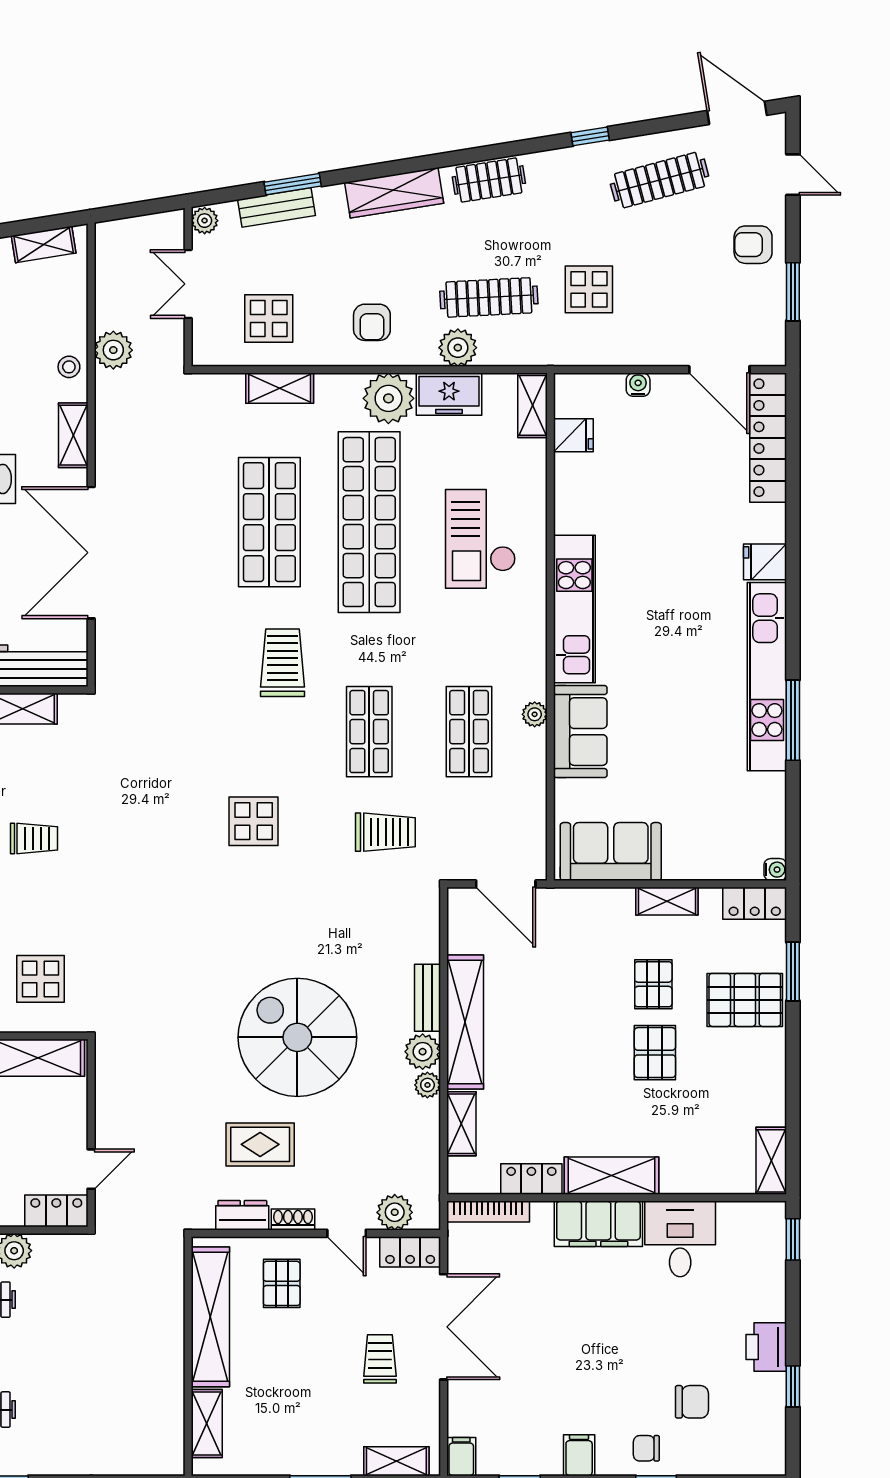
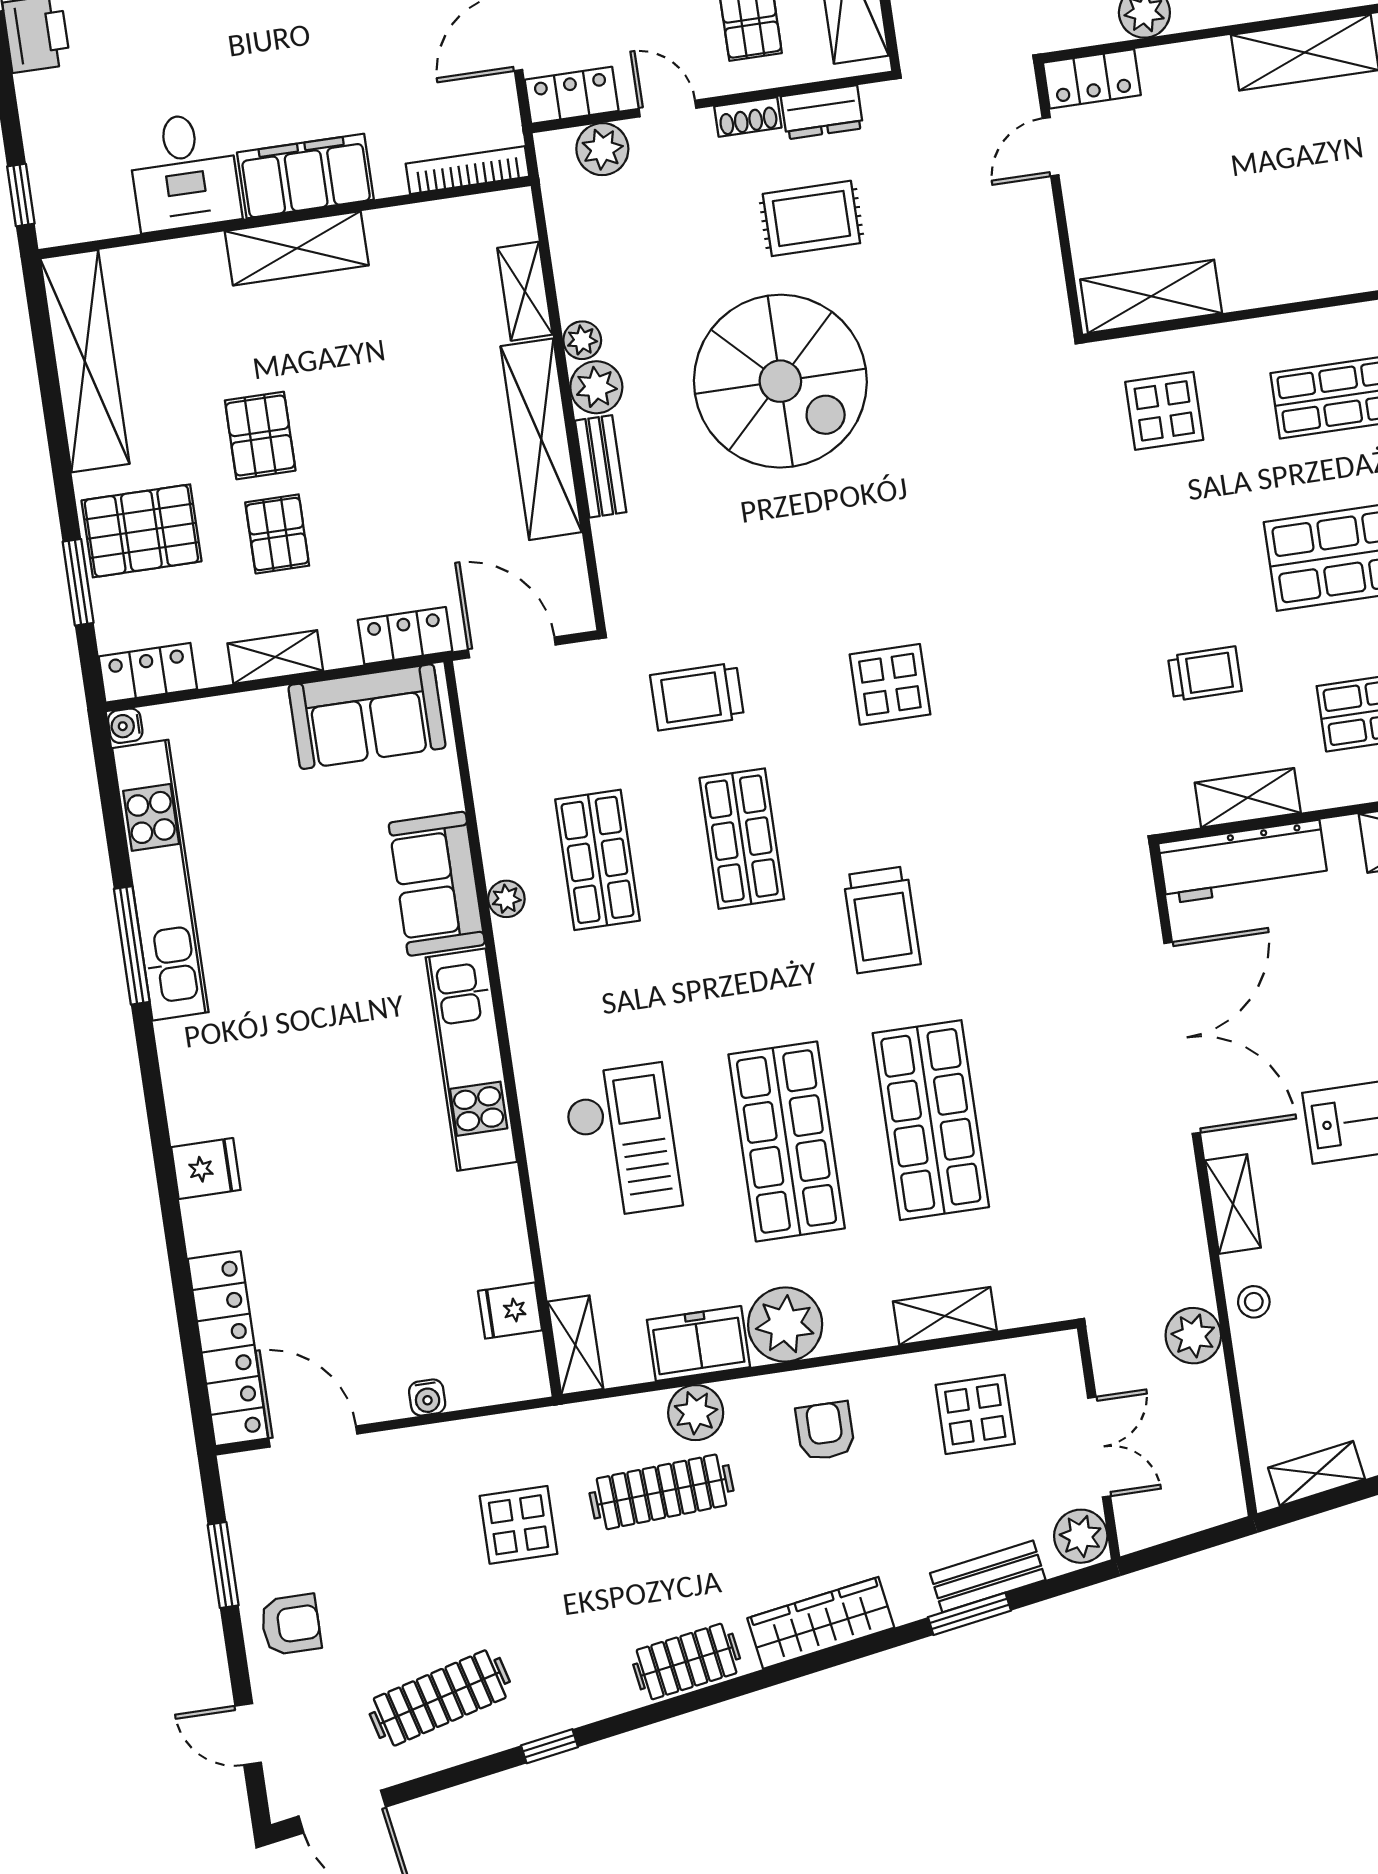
plant: (205, 221) -> (1081, 1536), width x1.38, depth x1.38
shop shelf: (369, 522) -> (787, 1141), width x0.71
kitchen unit: (767, 677) -> (160, 880), moved
trolley: (34, 838) -> (1205, 674), moved, turned 180
shelving: (771, 1161) -> (85, 361), width x2.20, depth x1.33
locker: (531, 1179) -> (405, 636), moved, turned 180

